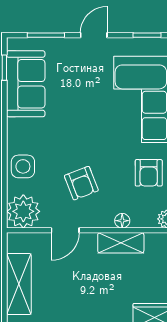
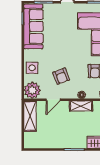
sofa: (26, 84) -> (33, 26), width x1.36
shelving: (19, 284) -> (30, 116), moved

